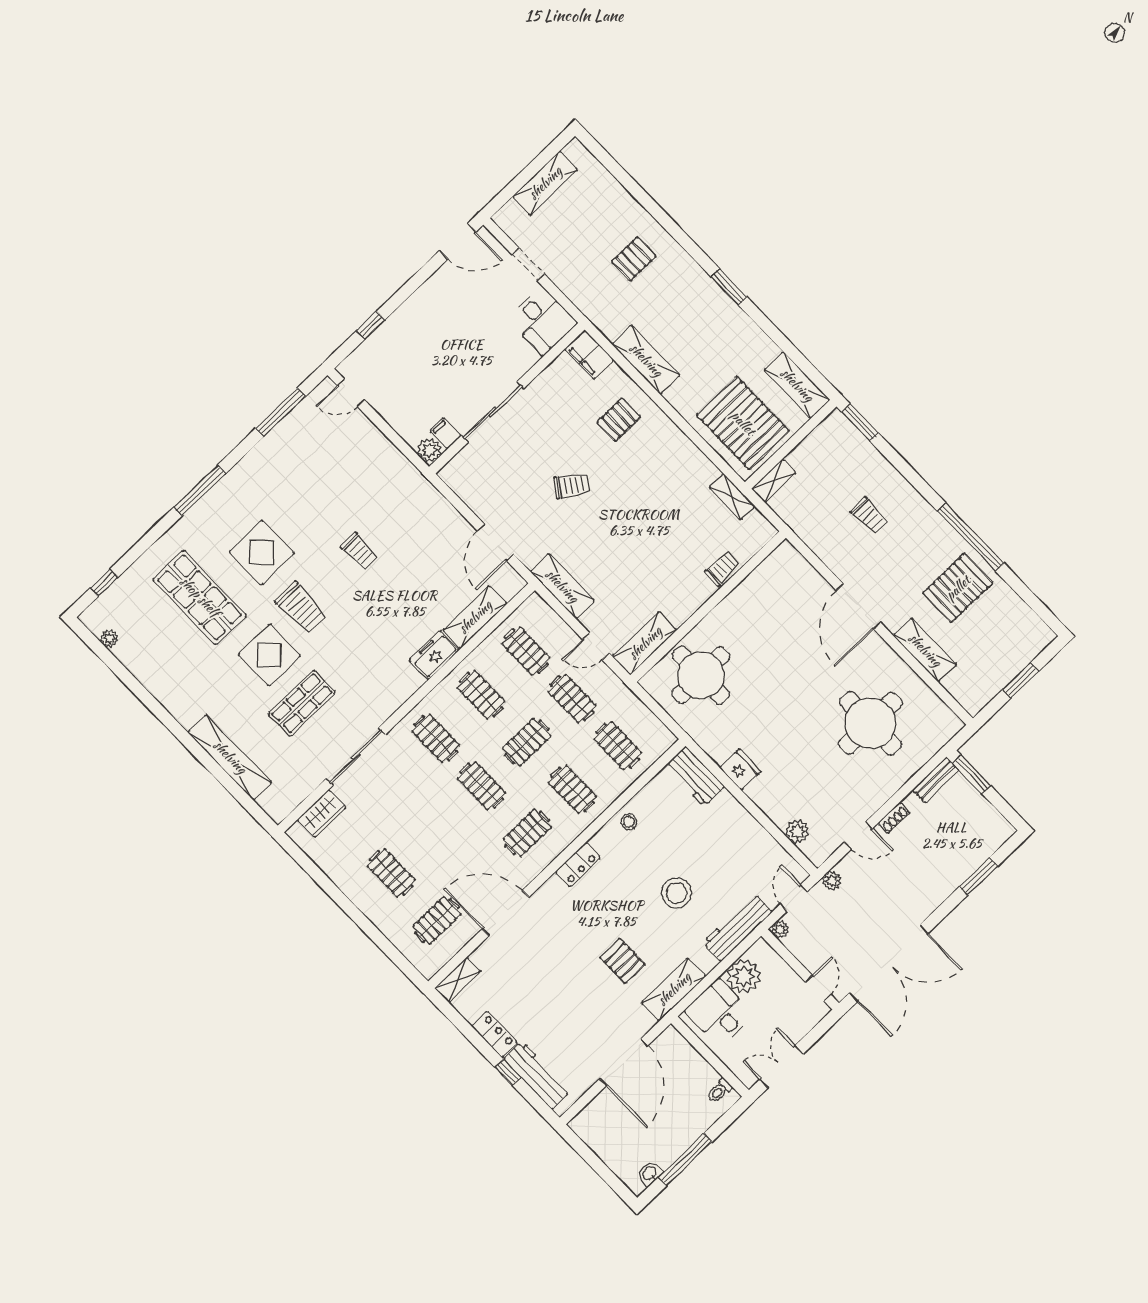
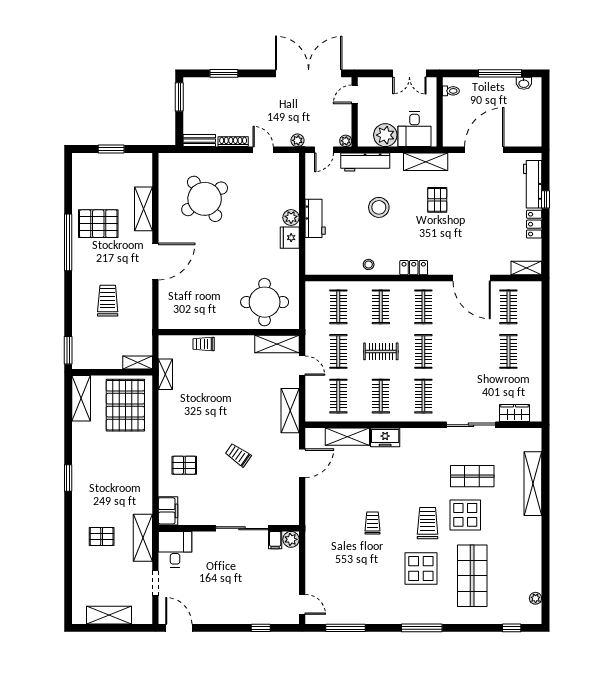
shelving: (646, 360) -> (143, 538), moved
trolley: (869, 516) -> (108, 301), width x1.36, depth x1.39
round table: (870, 723) -> (205, 199), turned -33
window: (972, 774) -> (179, 97), moved
workbench: (695, 777) -> (315, 218), moved
shoe rack: (894, 818) -> (233, 142), width x1.43
plant: (797, 831) -> (291, 218), moved
clothes rail: (527, 833) -> (423, 307), turned 90
clothes rail: (437, 920) -> (508, 307), turned 90

